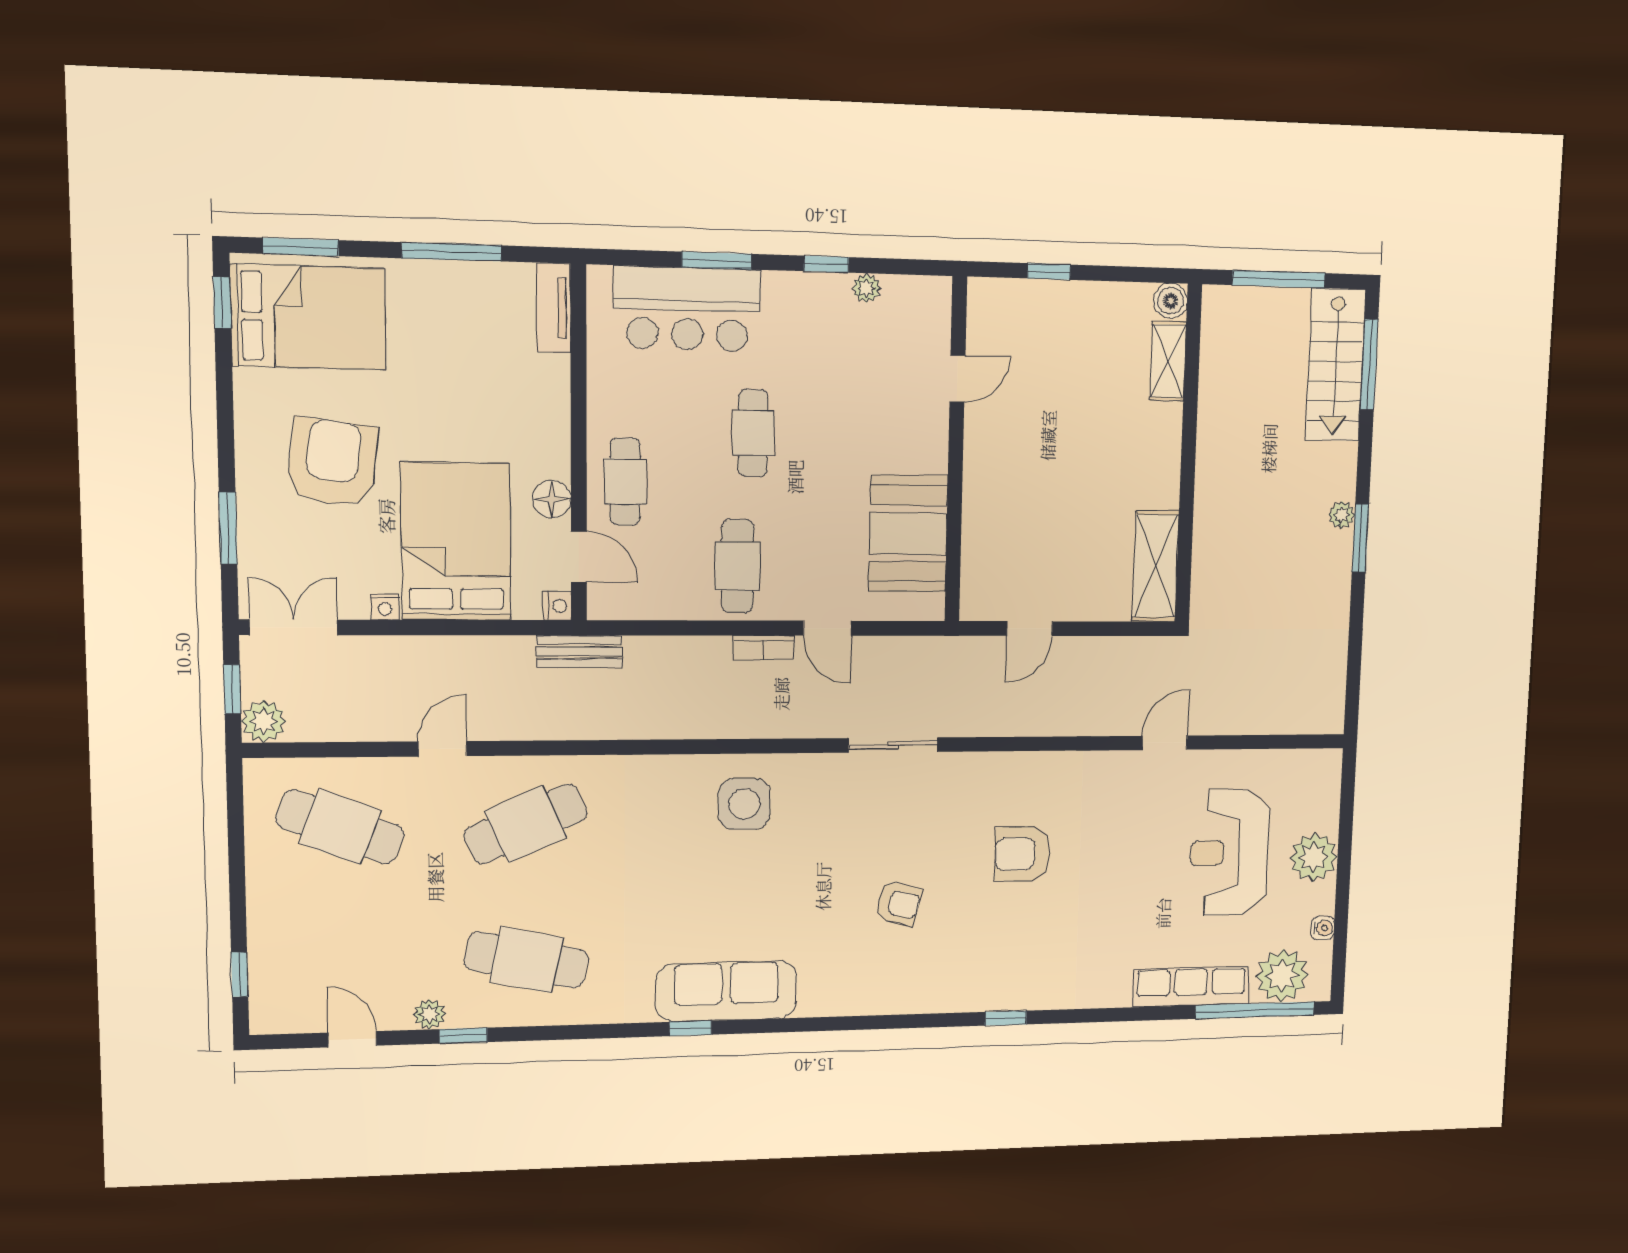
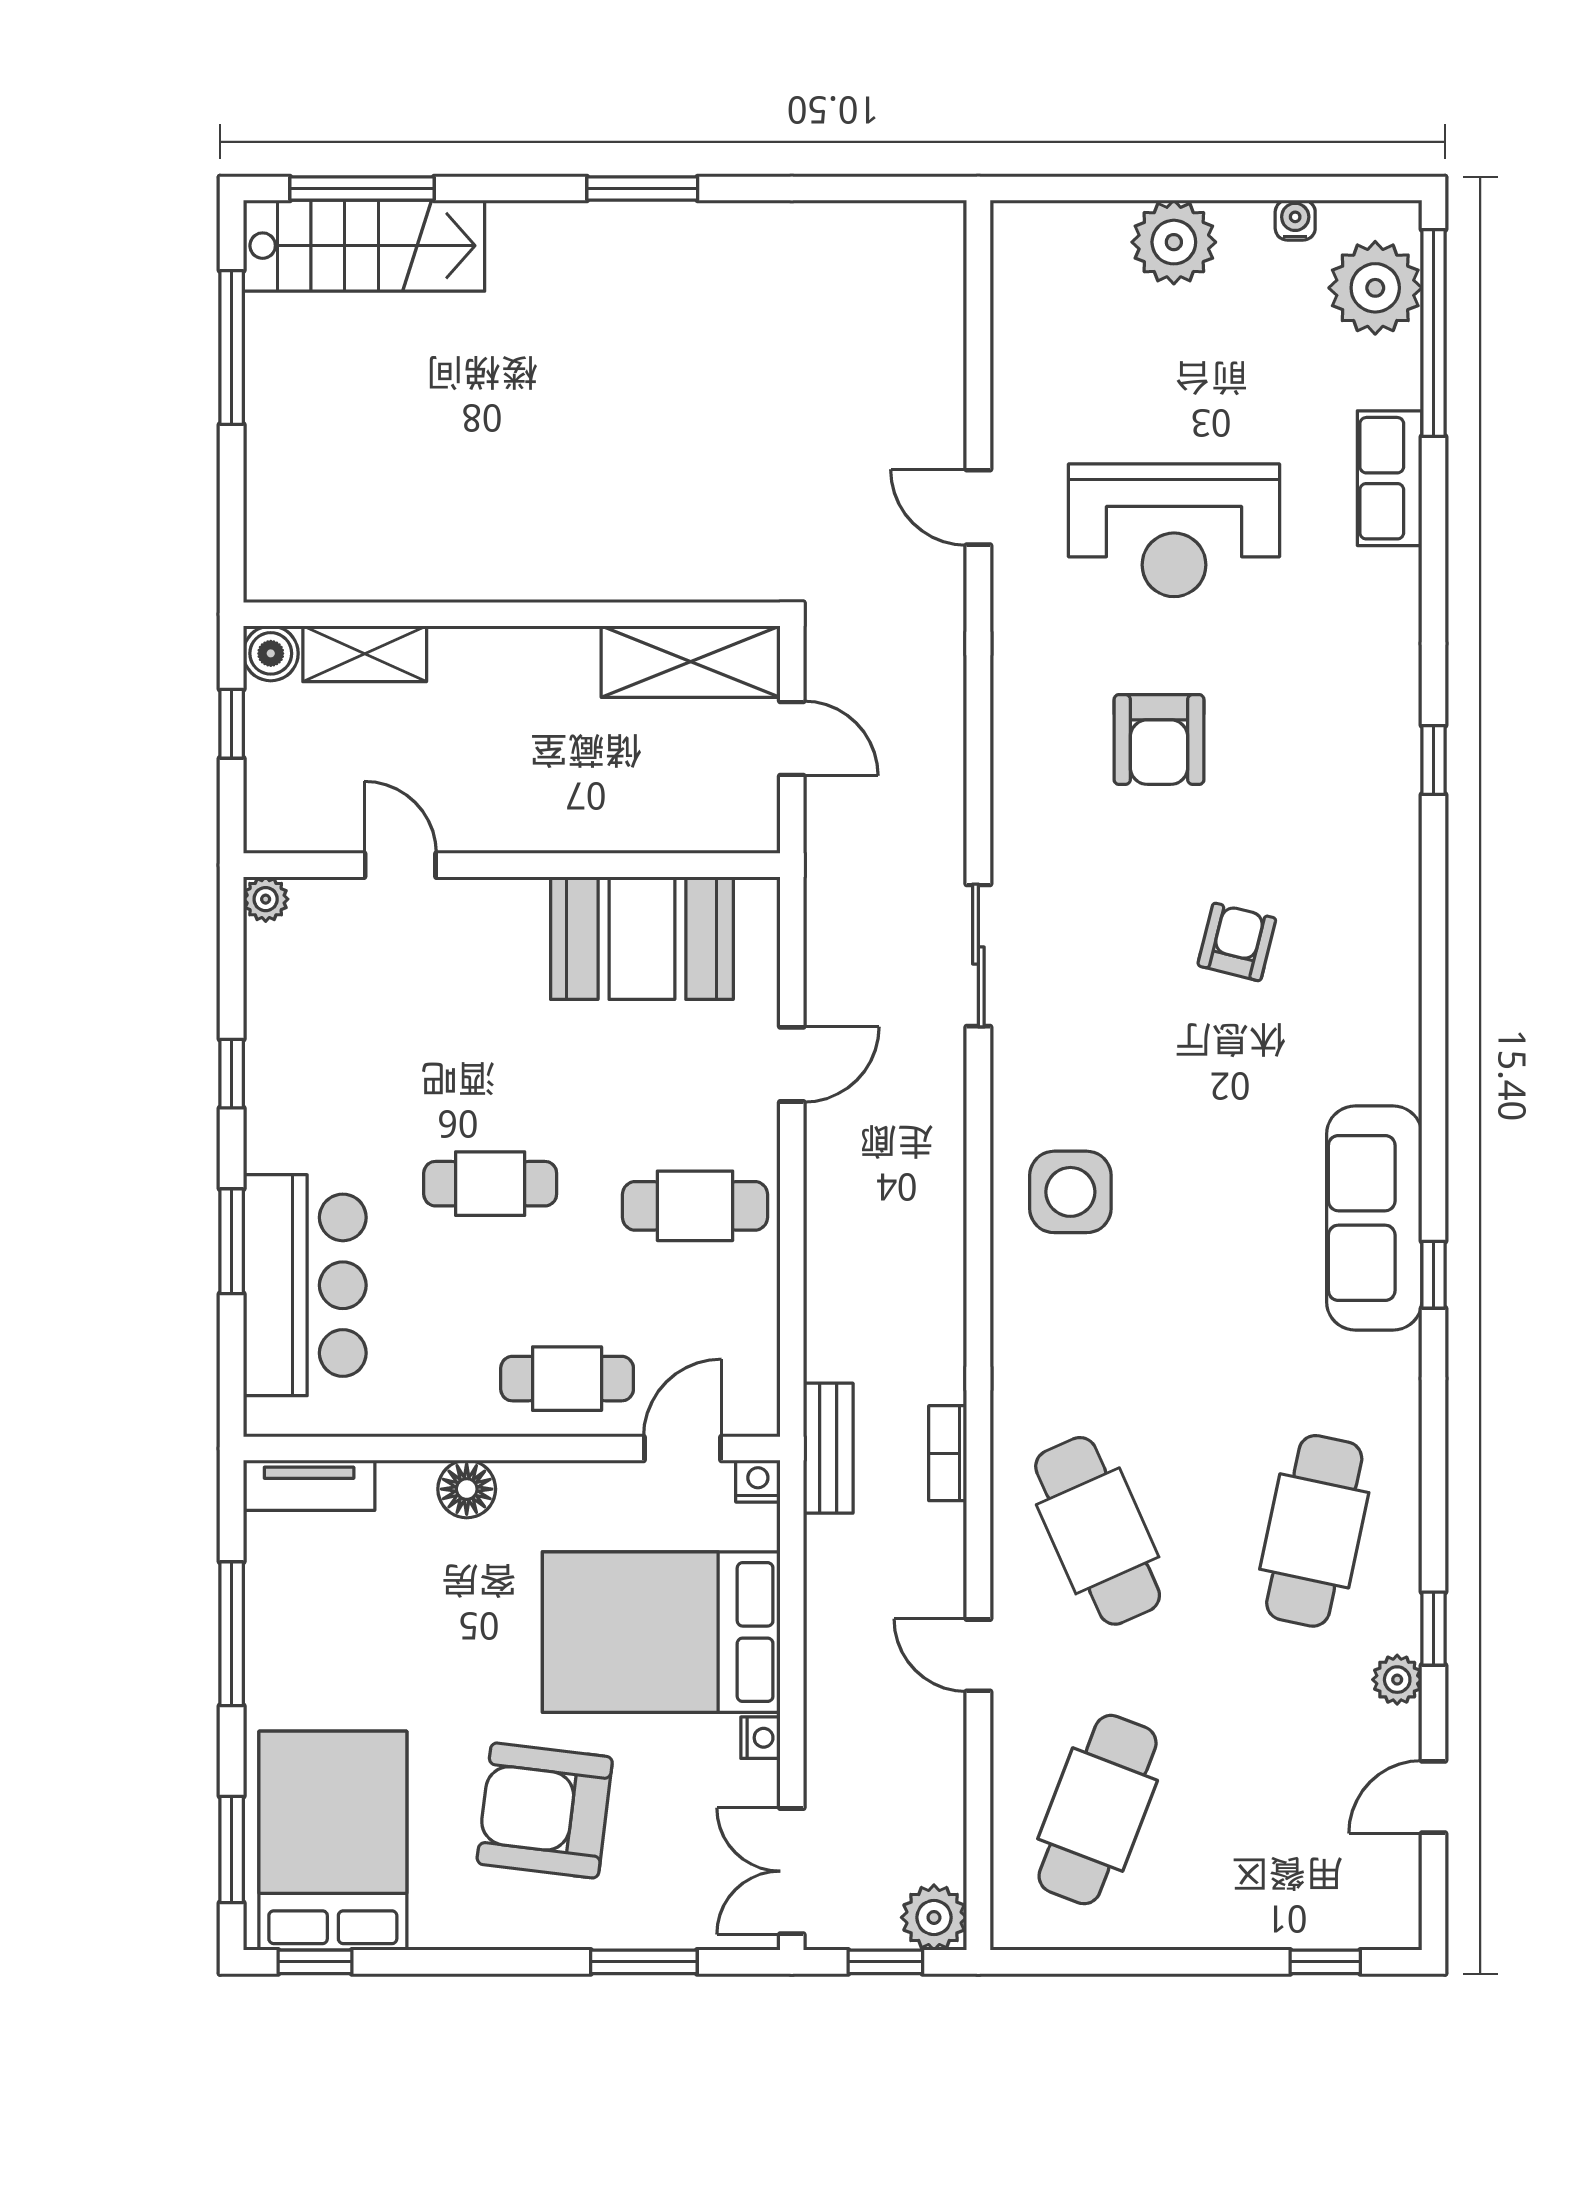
plant: (866, 288) -> (266, 899), moved
boiler: (1170, 301) -> (271, 653), moved
shelving: (1168, 361) -> (365, 654), moved
wall: (1188, 455) -> (512, 614), moved
floor lamp: (552, 499) -> (467, 1489), moved
plant: (1342, 515) -> (605, 223), removed
shelving: (1156, 566) -> (691, 662), moved
bookcase: (764, 648) -> (948, 1453), moved, turned 180
reception desk: (1230, 853) -> (1174, 530), moved
row of seats: (1191, 987) -> (1390, 478), width x0.68

